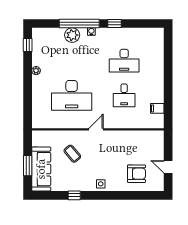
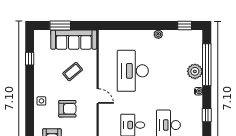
window: (79, 23) -> (207, 65), moved
armchair: (108, 159) -> (67, 109), added
sofa: (41, 169) -> (74, 40), moved
window: (74, 195) -> (30, 59), moved

